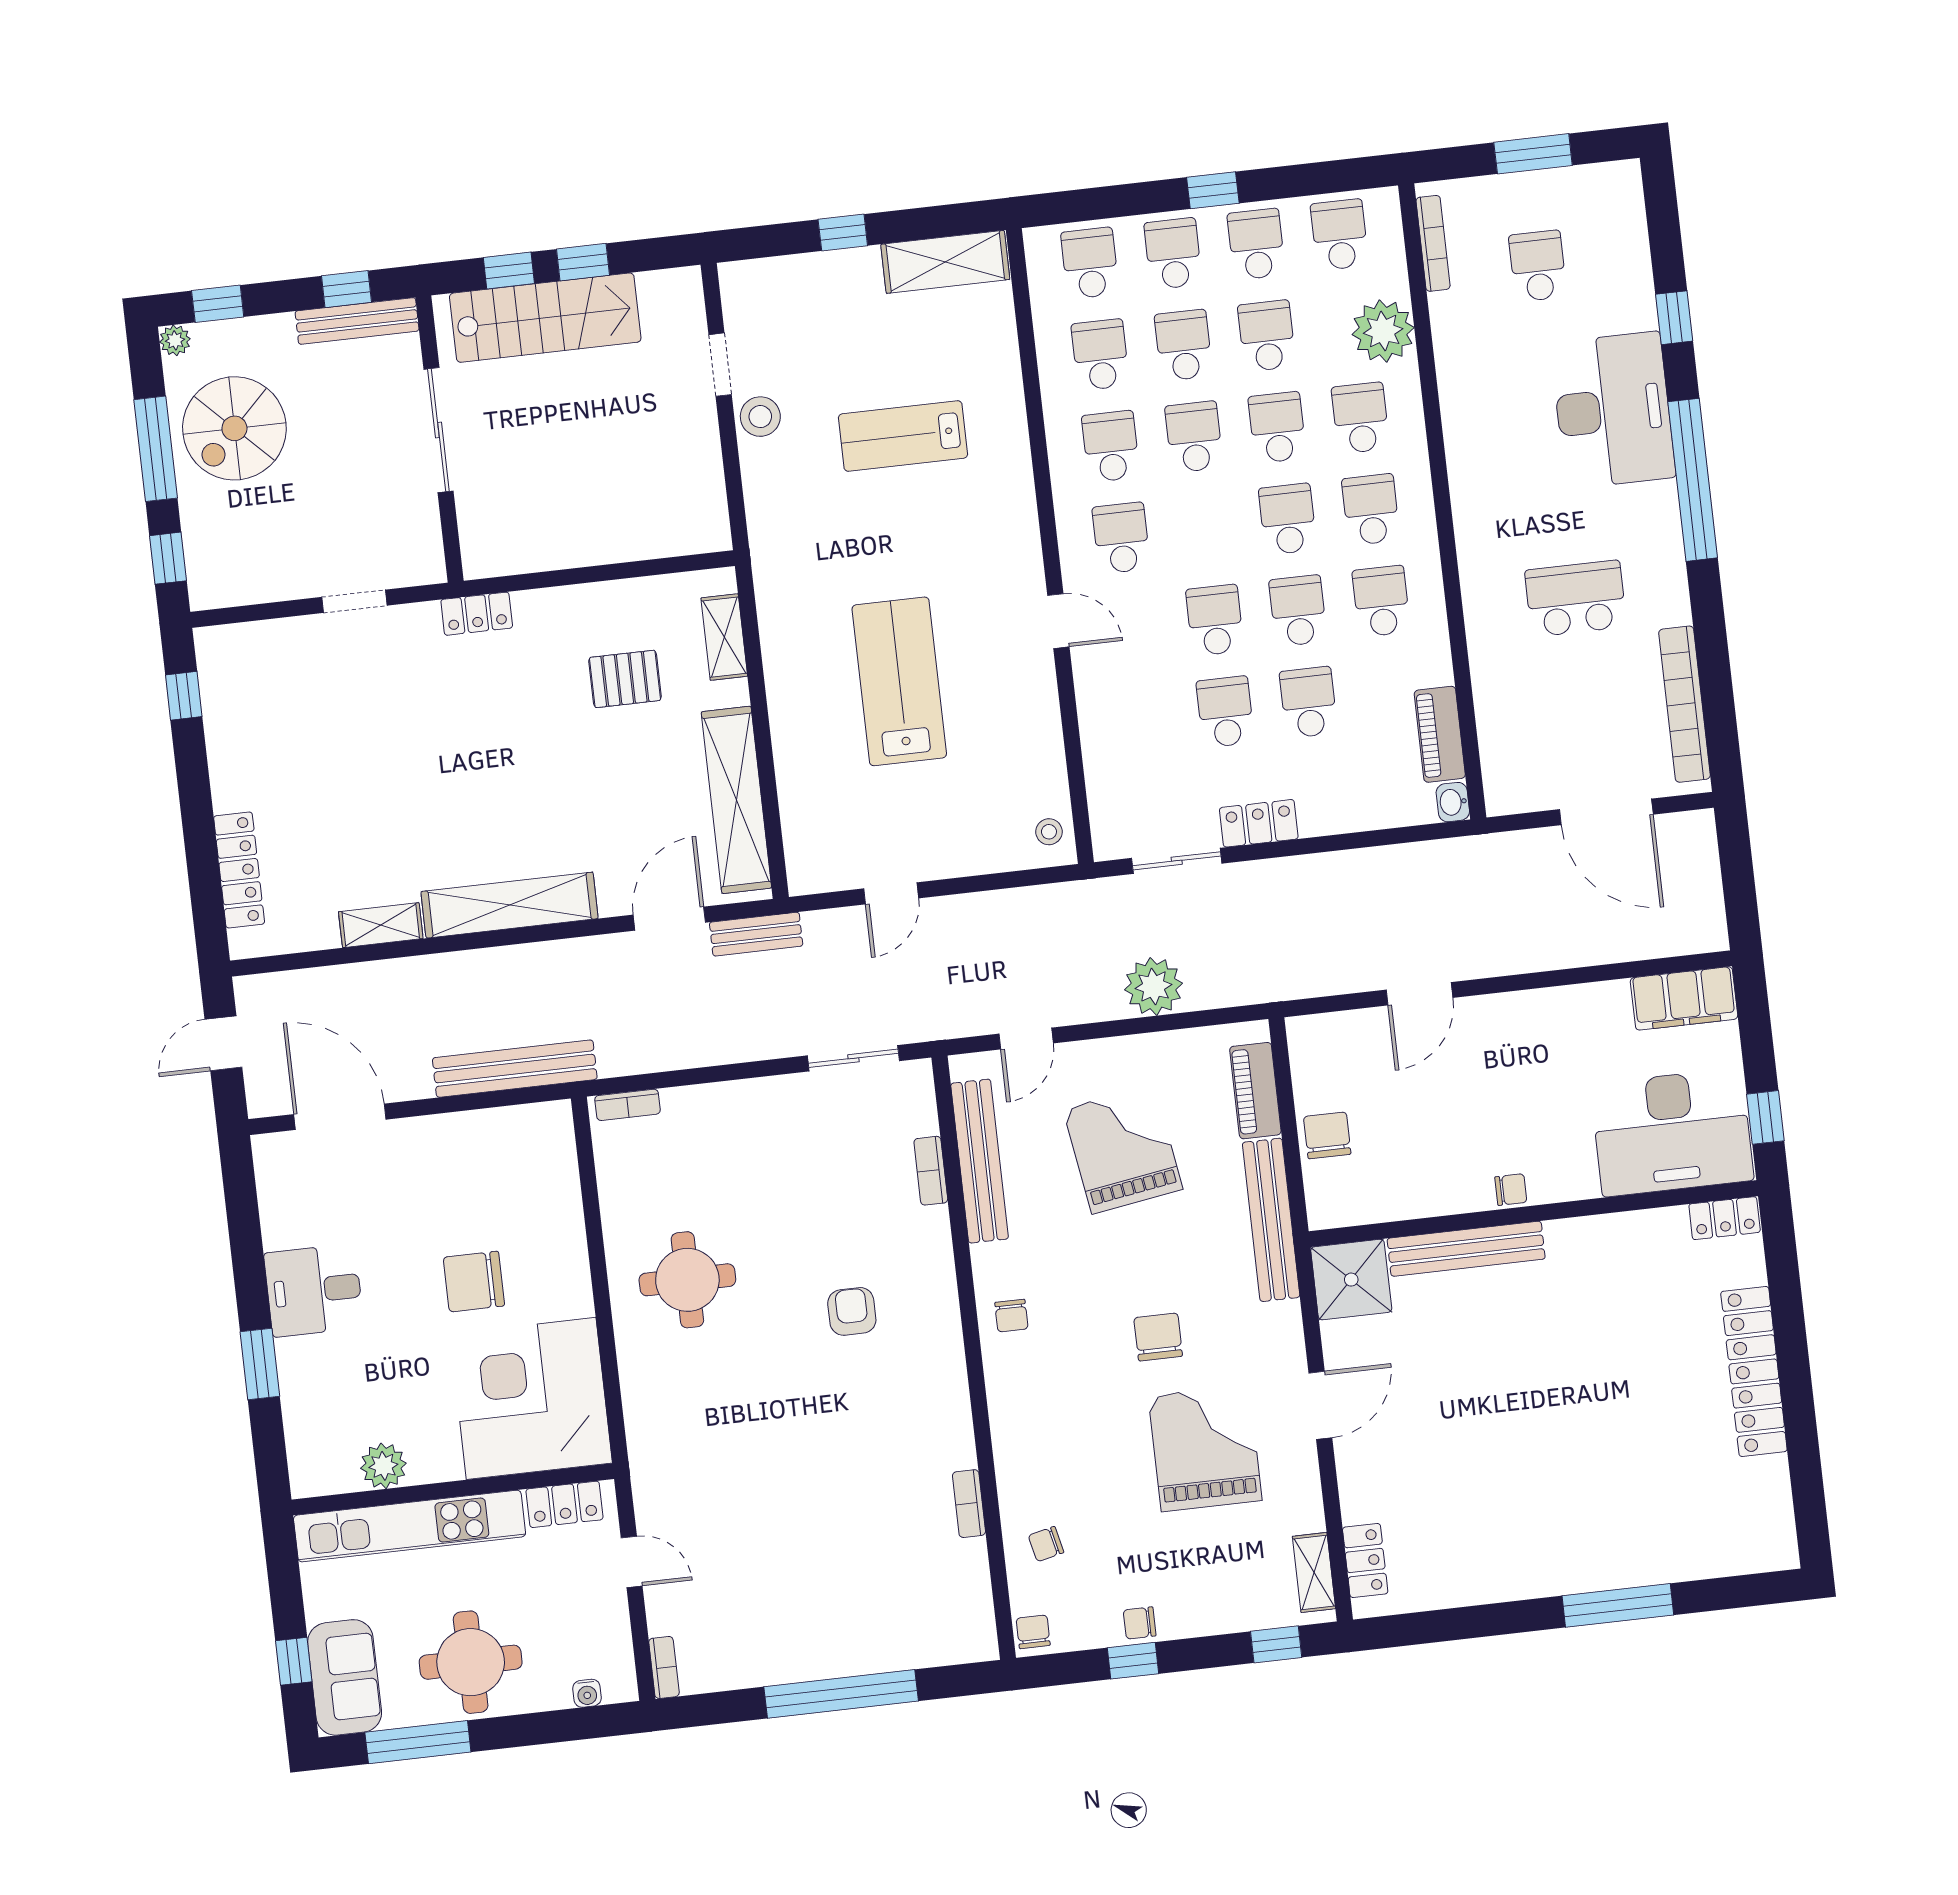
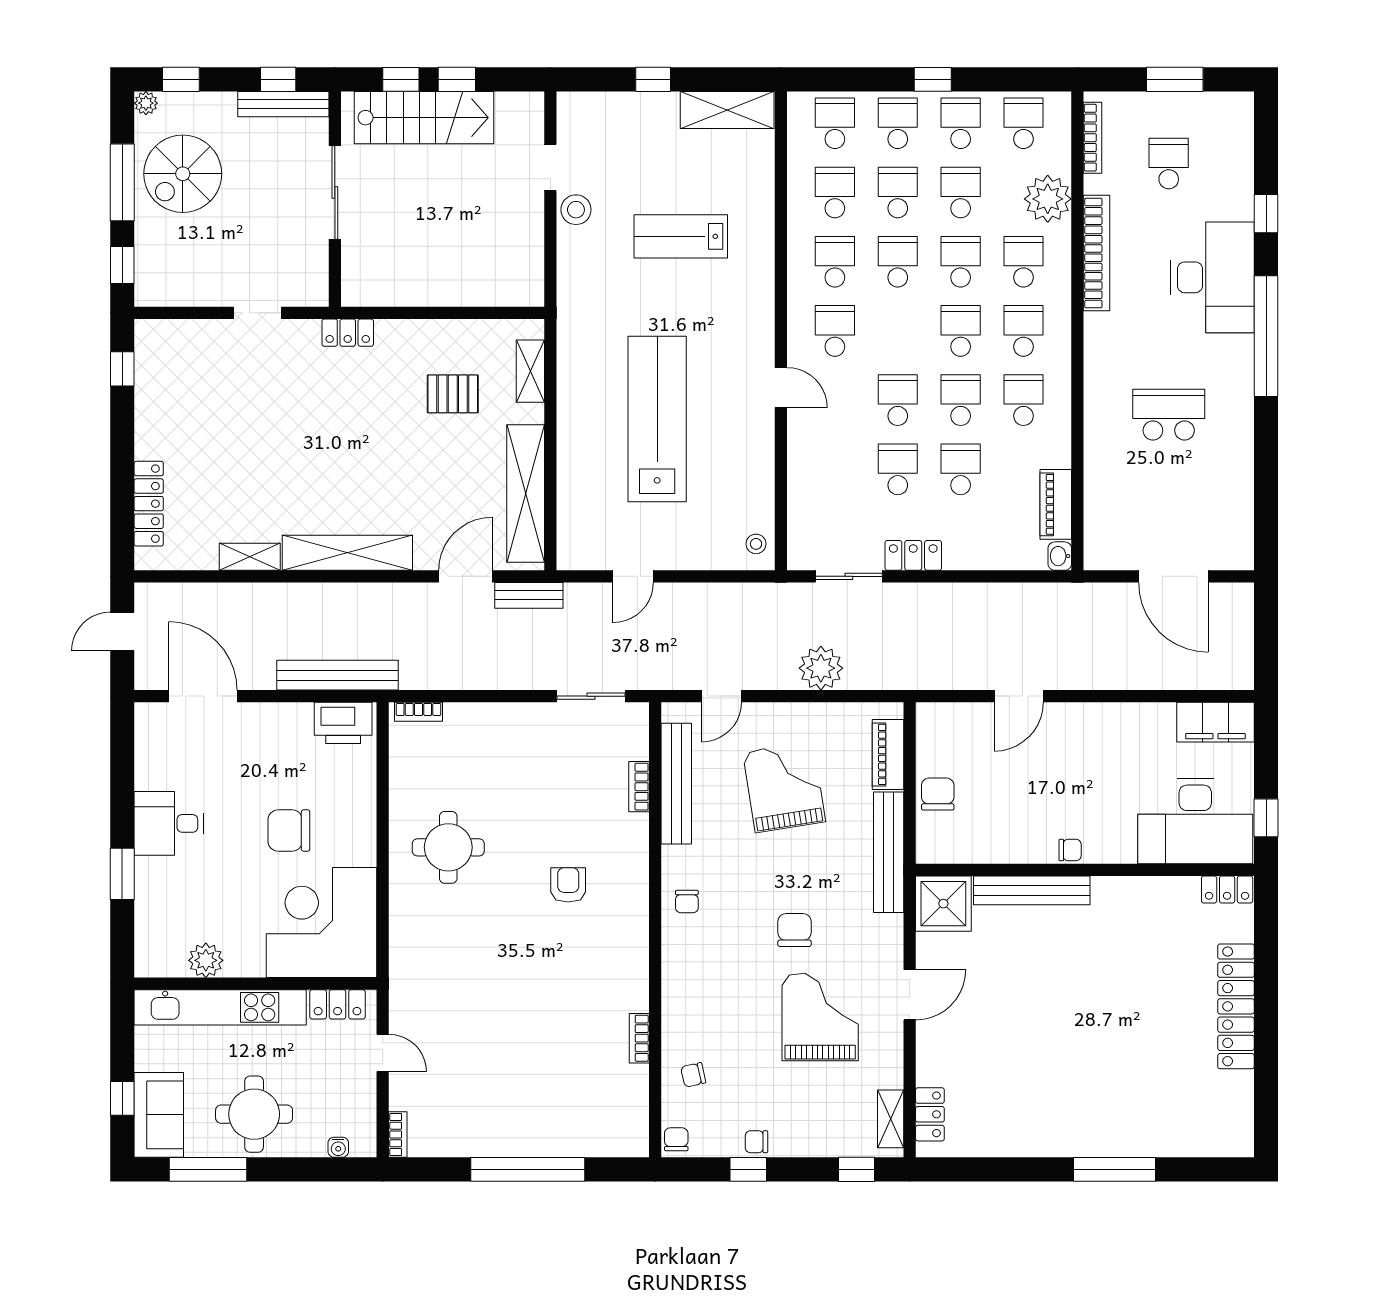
lab bench: (899, 681) -> (657, 419), width x1.36
bookcase: (1685, 704) -> (1097, 253), moved, turned 180
printer: (529, 1131) -> (343, 723), added

